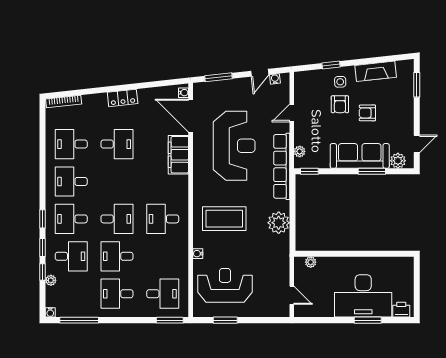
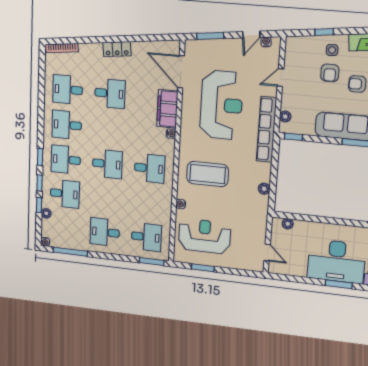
water cooler: (184, 93) -> (171, 134), moved
desk: (163, 219) -> (150, 168), turned 180
plant: (279, 223) -> (264, 189), width x0.53, depth x0.53
desk: (117, 256) -> (106, 198), removed

